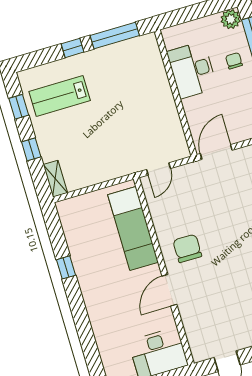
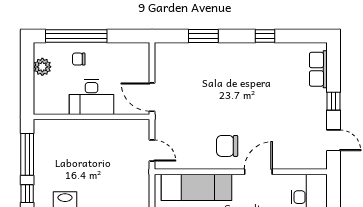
plant: (231, 19) -> (42, 67), moved
desk: (192, 70) -> (91, 97), moved
door: (169, 290) -> (258, 172), swing flipped

